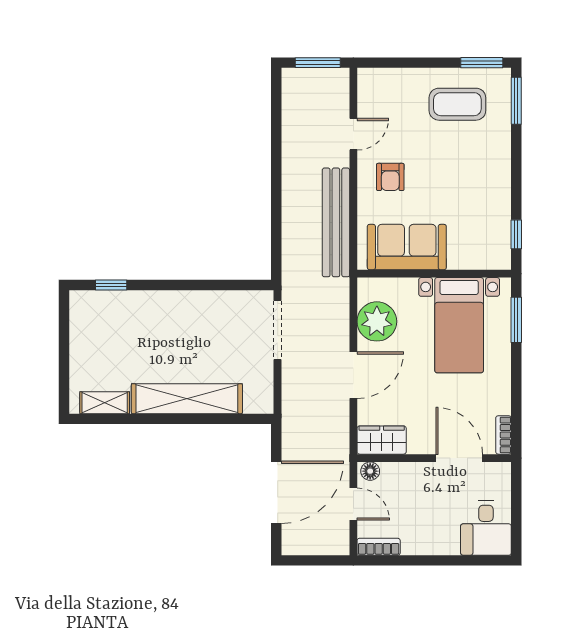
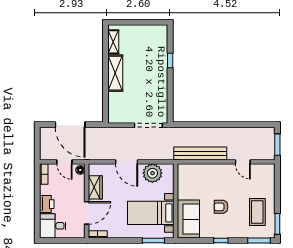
armchair: (390, 177) -> (221, 207), moved
window: (516, 234) -> (221, 240), moved
sofa: (407, 247) -> (188, 219), moved
window: (111, 285) -> (170, 61), moved
shelving: (187, 399) -> (115, 73), width x0.68
wardrobe: (382, 440) -> (95, 187), moved
door: (353, 504) -> (64, 162), hinge flipped
printer: (441, 541) -> (47, 204), added

